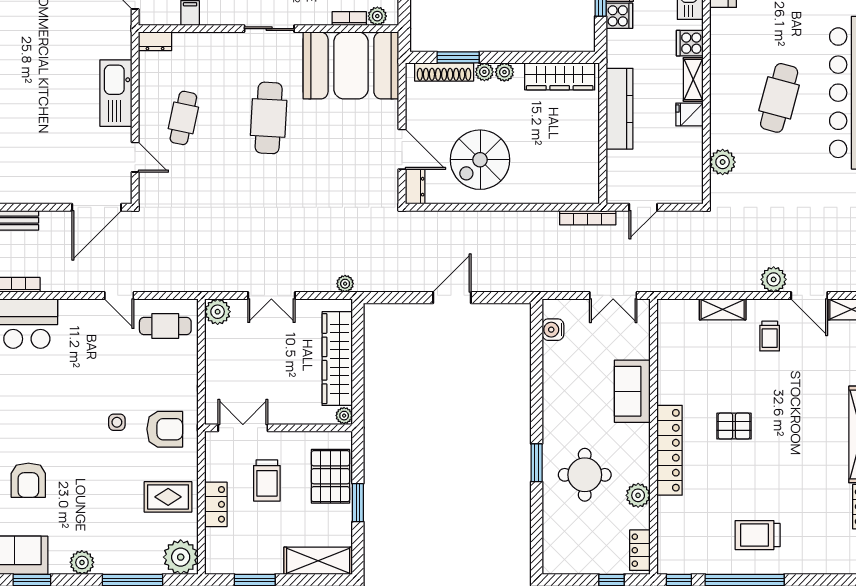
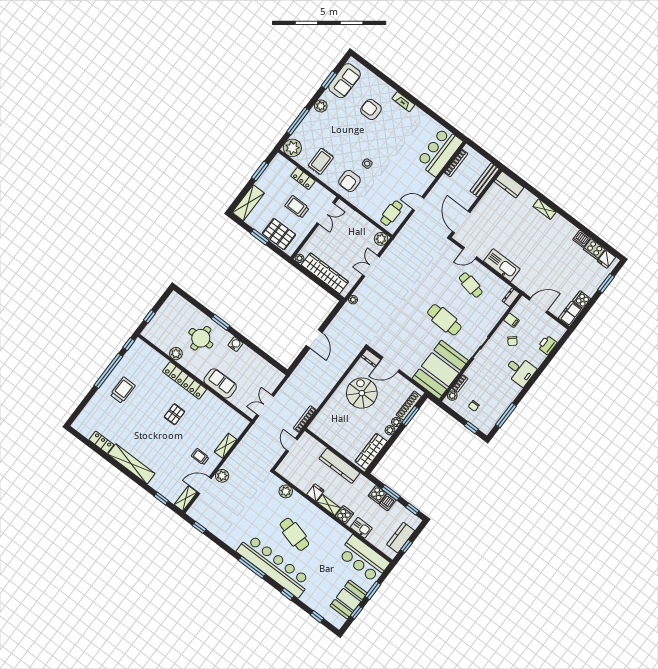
water cooler: (553, 330) -> (235, 344), moved
locker: (640, 550) -> (153, 337), removed

